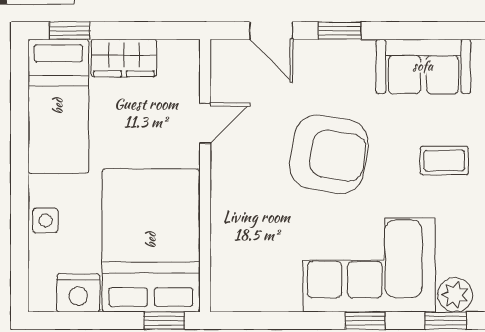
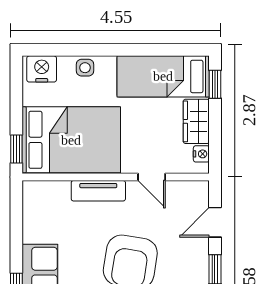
nightstand: (171, 51) -> (201, 154), added
tv unit: (225, 201) -> (98, 191), added
nightstand: (78, 293) -> (42, 69), moved, turned 90

